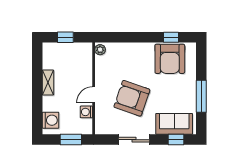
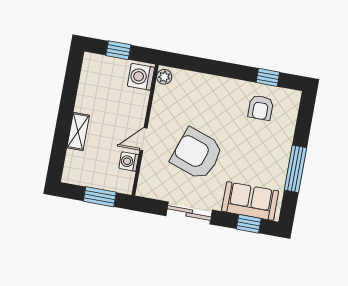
armchair: (170, 59) -> (261, 108), width x0.53, depth x0.53
shelving: (48, 83) -> (78, 131), moved
washing machine: (51, 120) -> (141, 77), moved, turned 180

